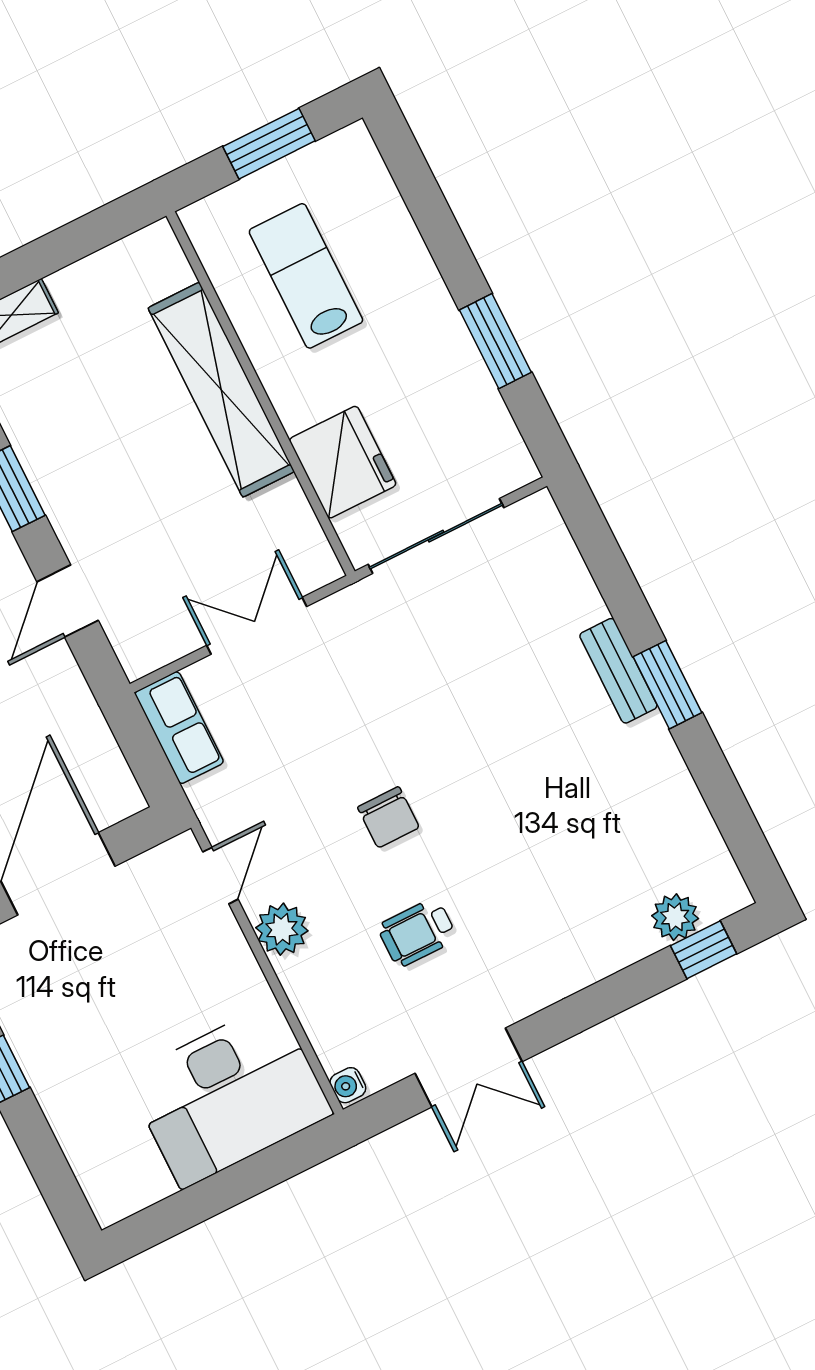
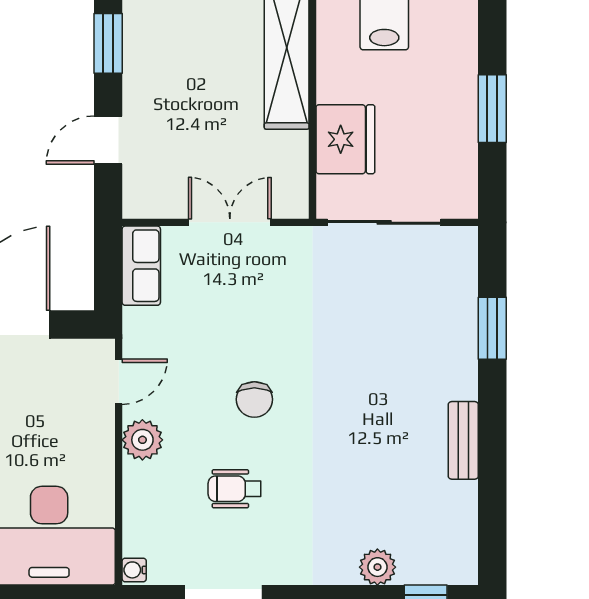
bench: (618, 671) -> (463, 440), moved
window: (667, 685) -> (492, 328), moved
plant: (675, 917) -> (377, 567), moved

